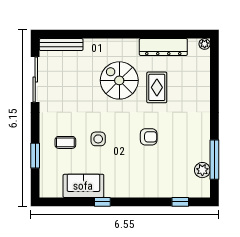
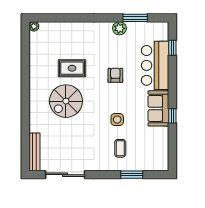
dresser: (163, 47) -> (37, 63), removed
window: (214, 160) -> (135, 18), width x0.69
plant: (202, 170) -> (119, 28), moved
bar counter: (160, 182) -> (155, 65), added
sofa: (83, 186) -> (158, 108), moved

